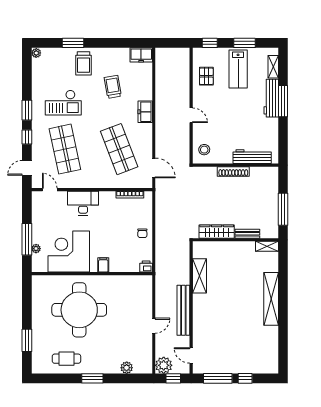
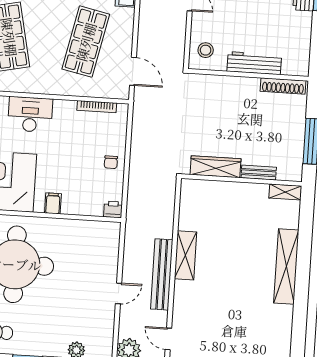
shop shelf: (119, 149) -> (86, 42), turned 33
workbench: (252, 157) -> (254, 63), moved
shoe rack: (233, 171) -> (283, 86), moved
shelving: (199, 276) -> (185, 255), moved

